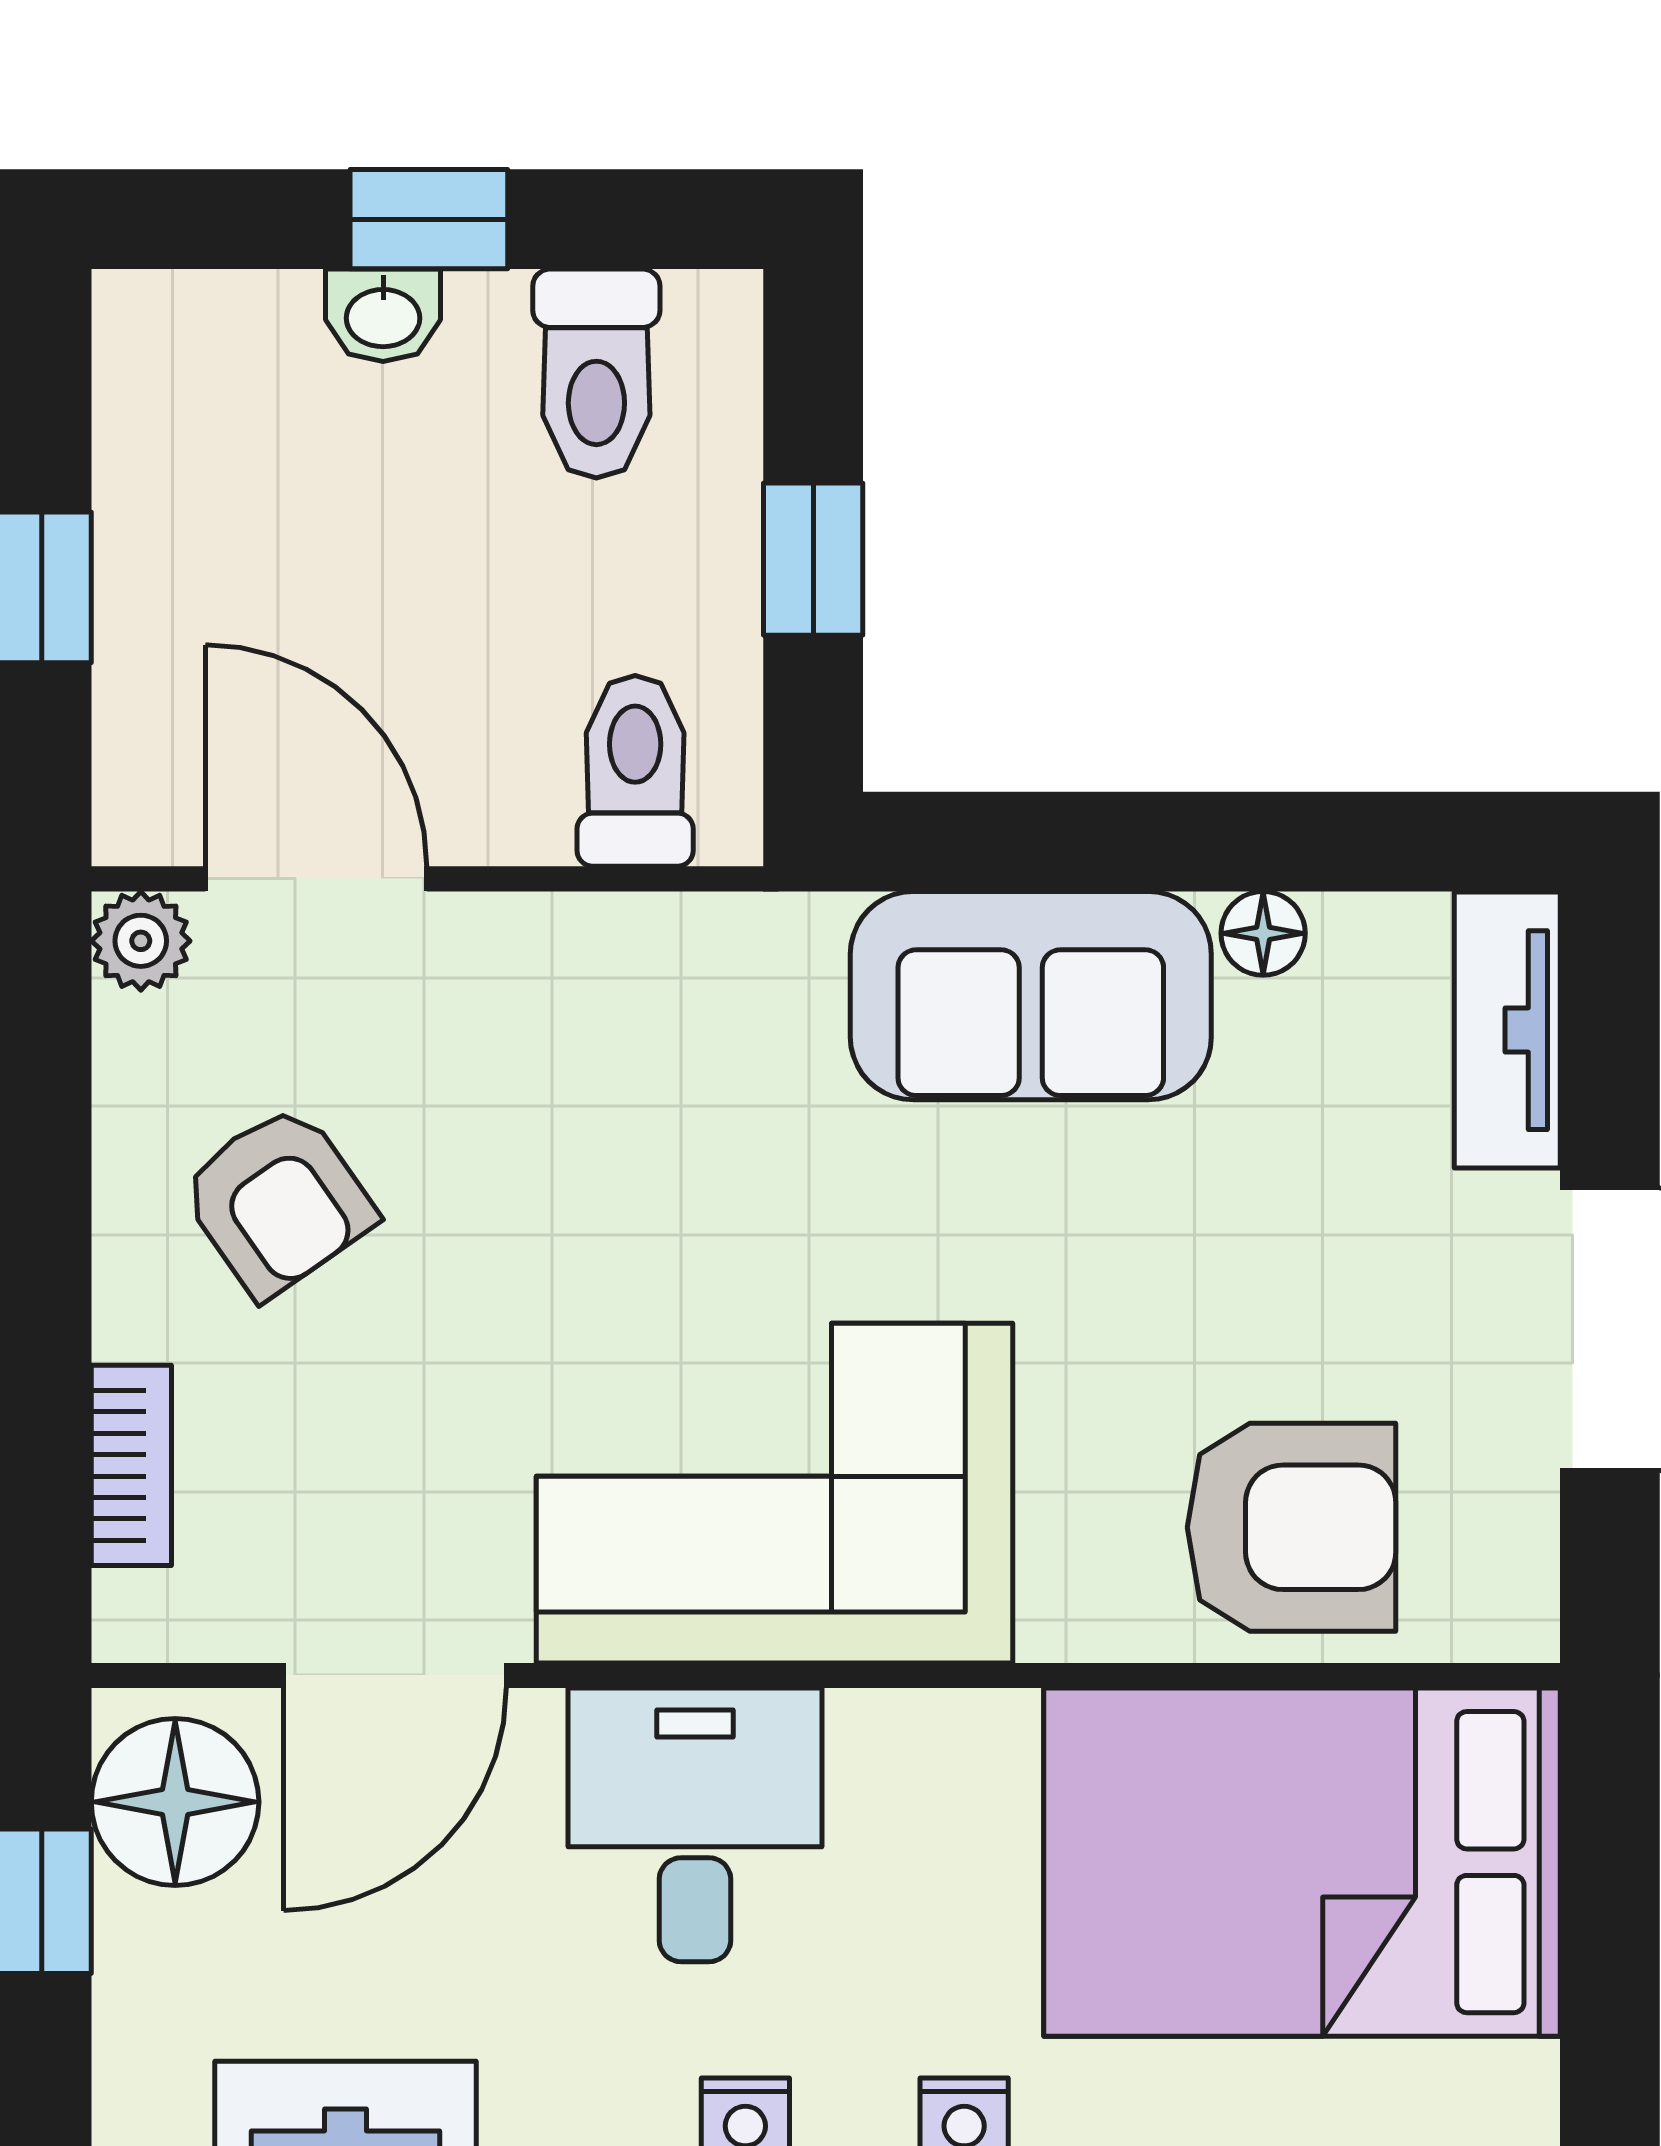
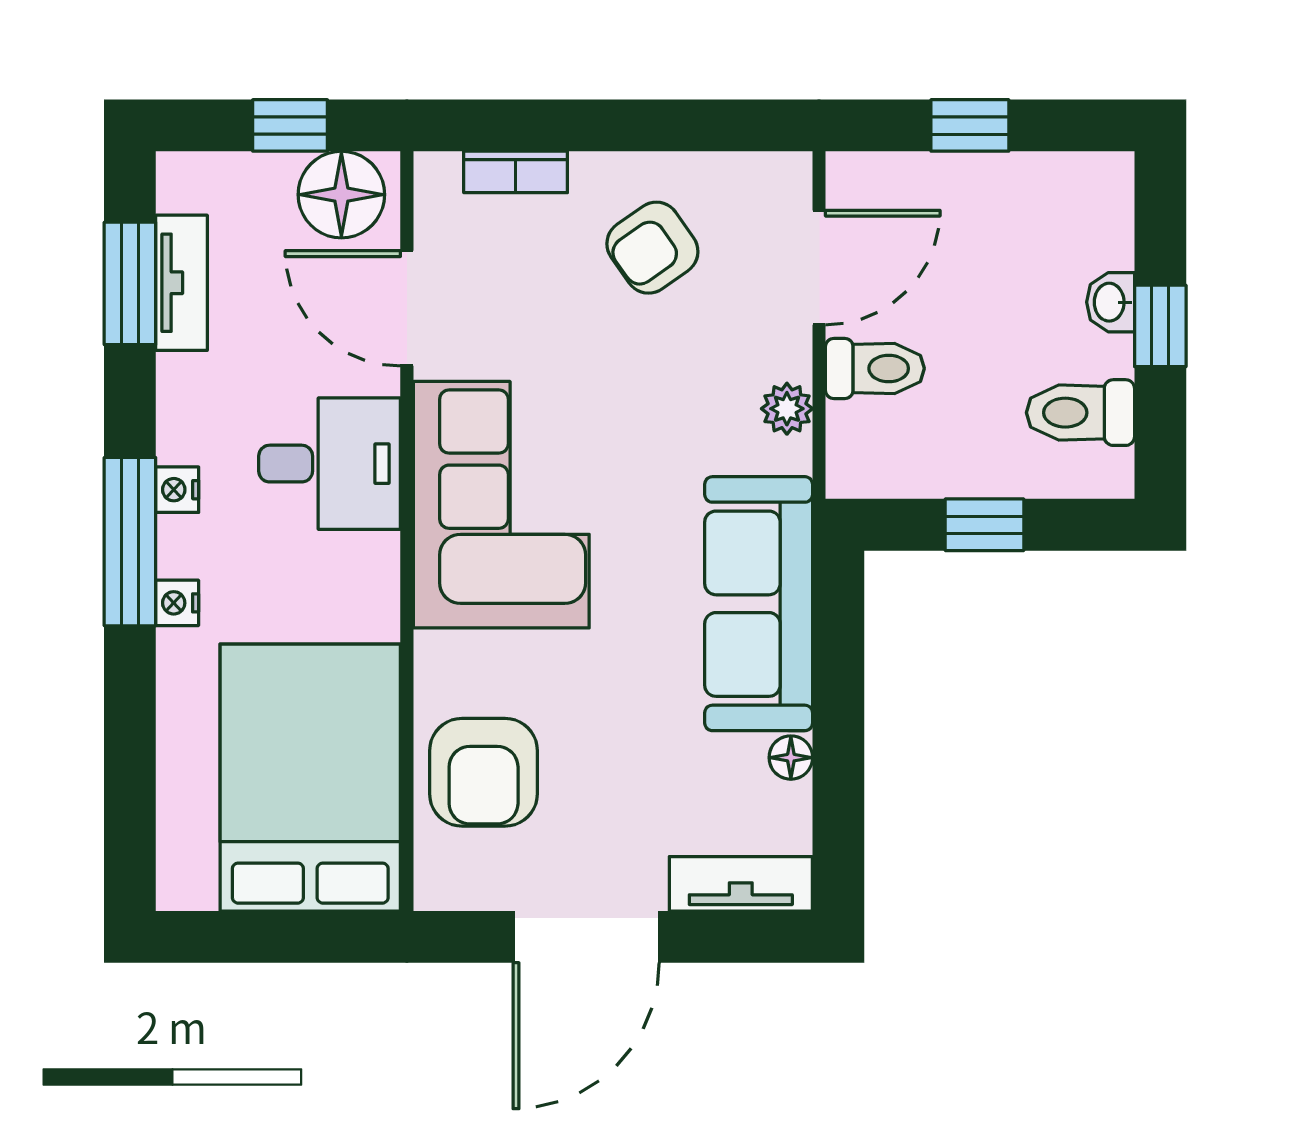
toilet: (635, 771) -> (875, 368), moved
plant: (141, 941) -> (787, 409), moved
sofa: (1031, 996) -> (759, 604), width x1.36

